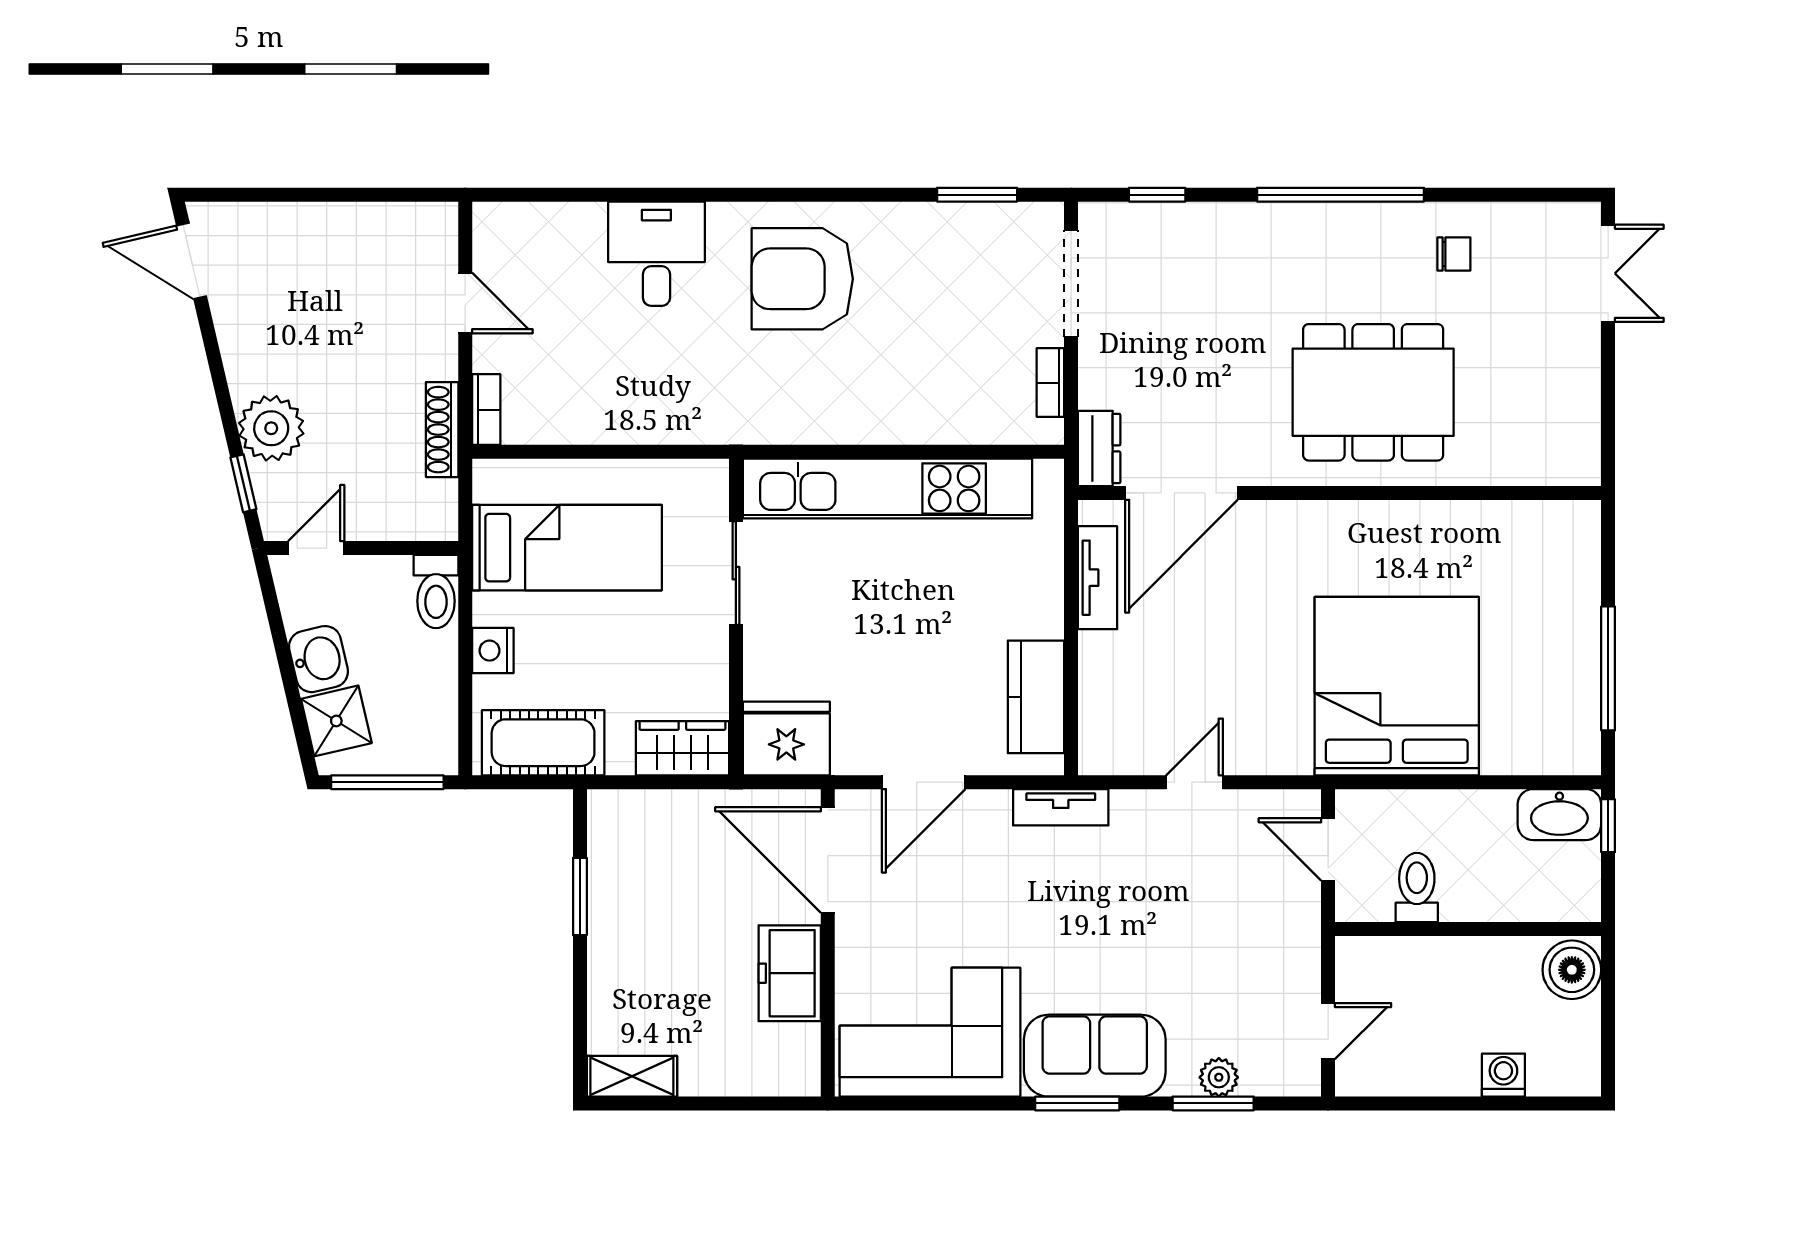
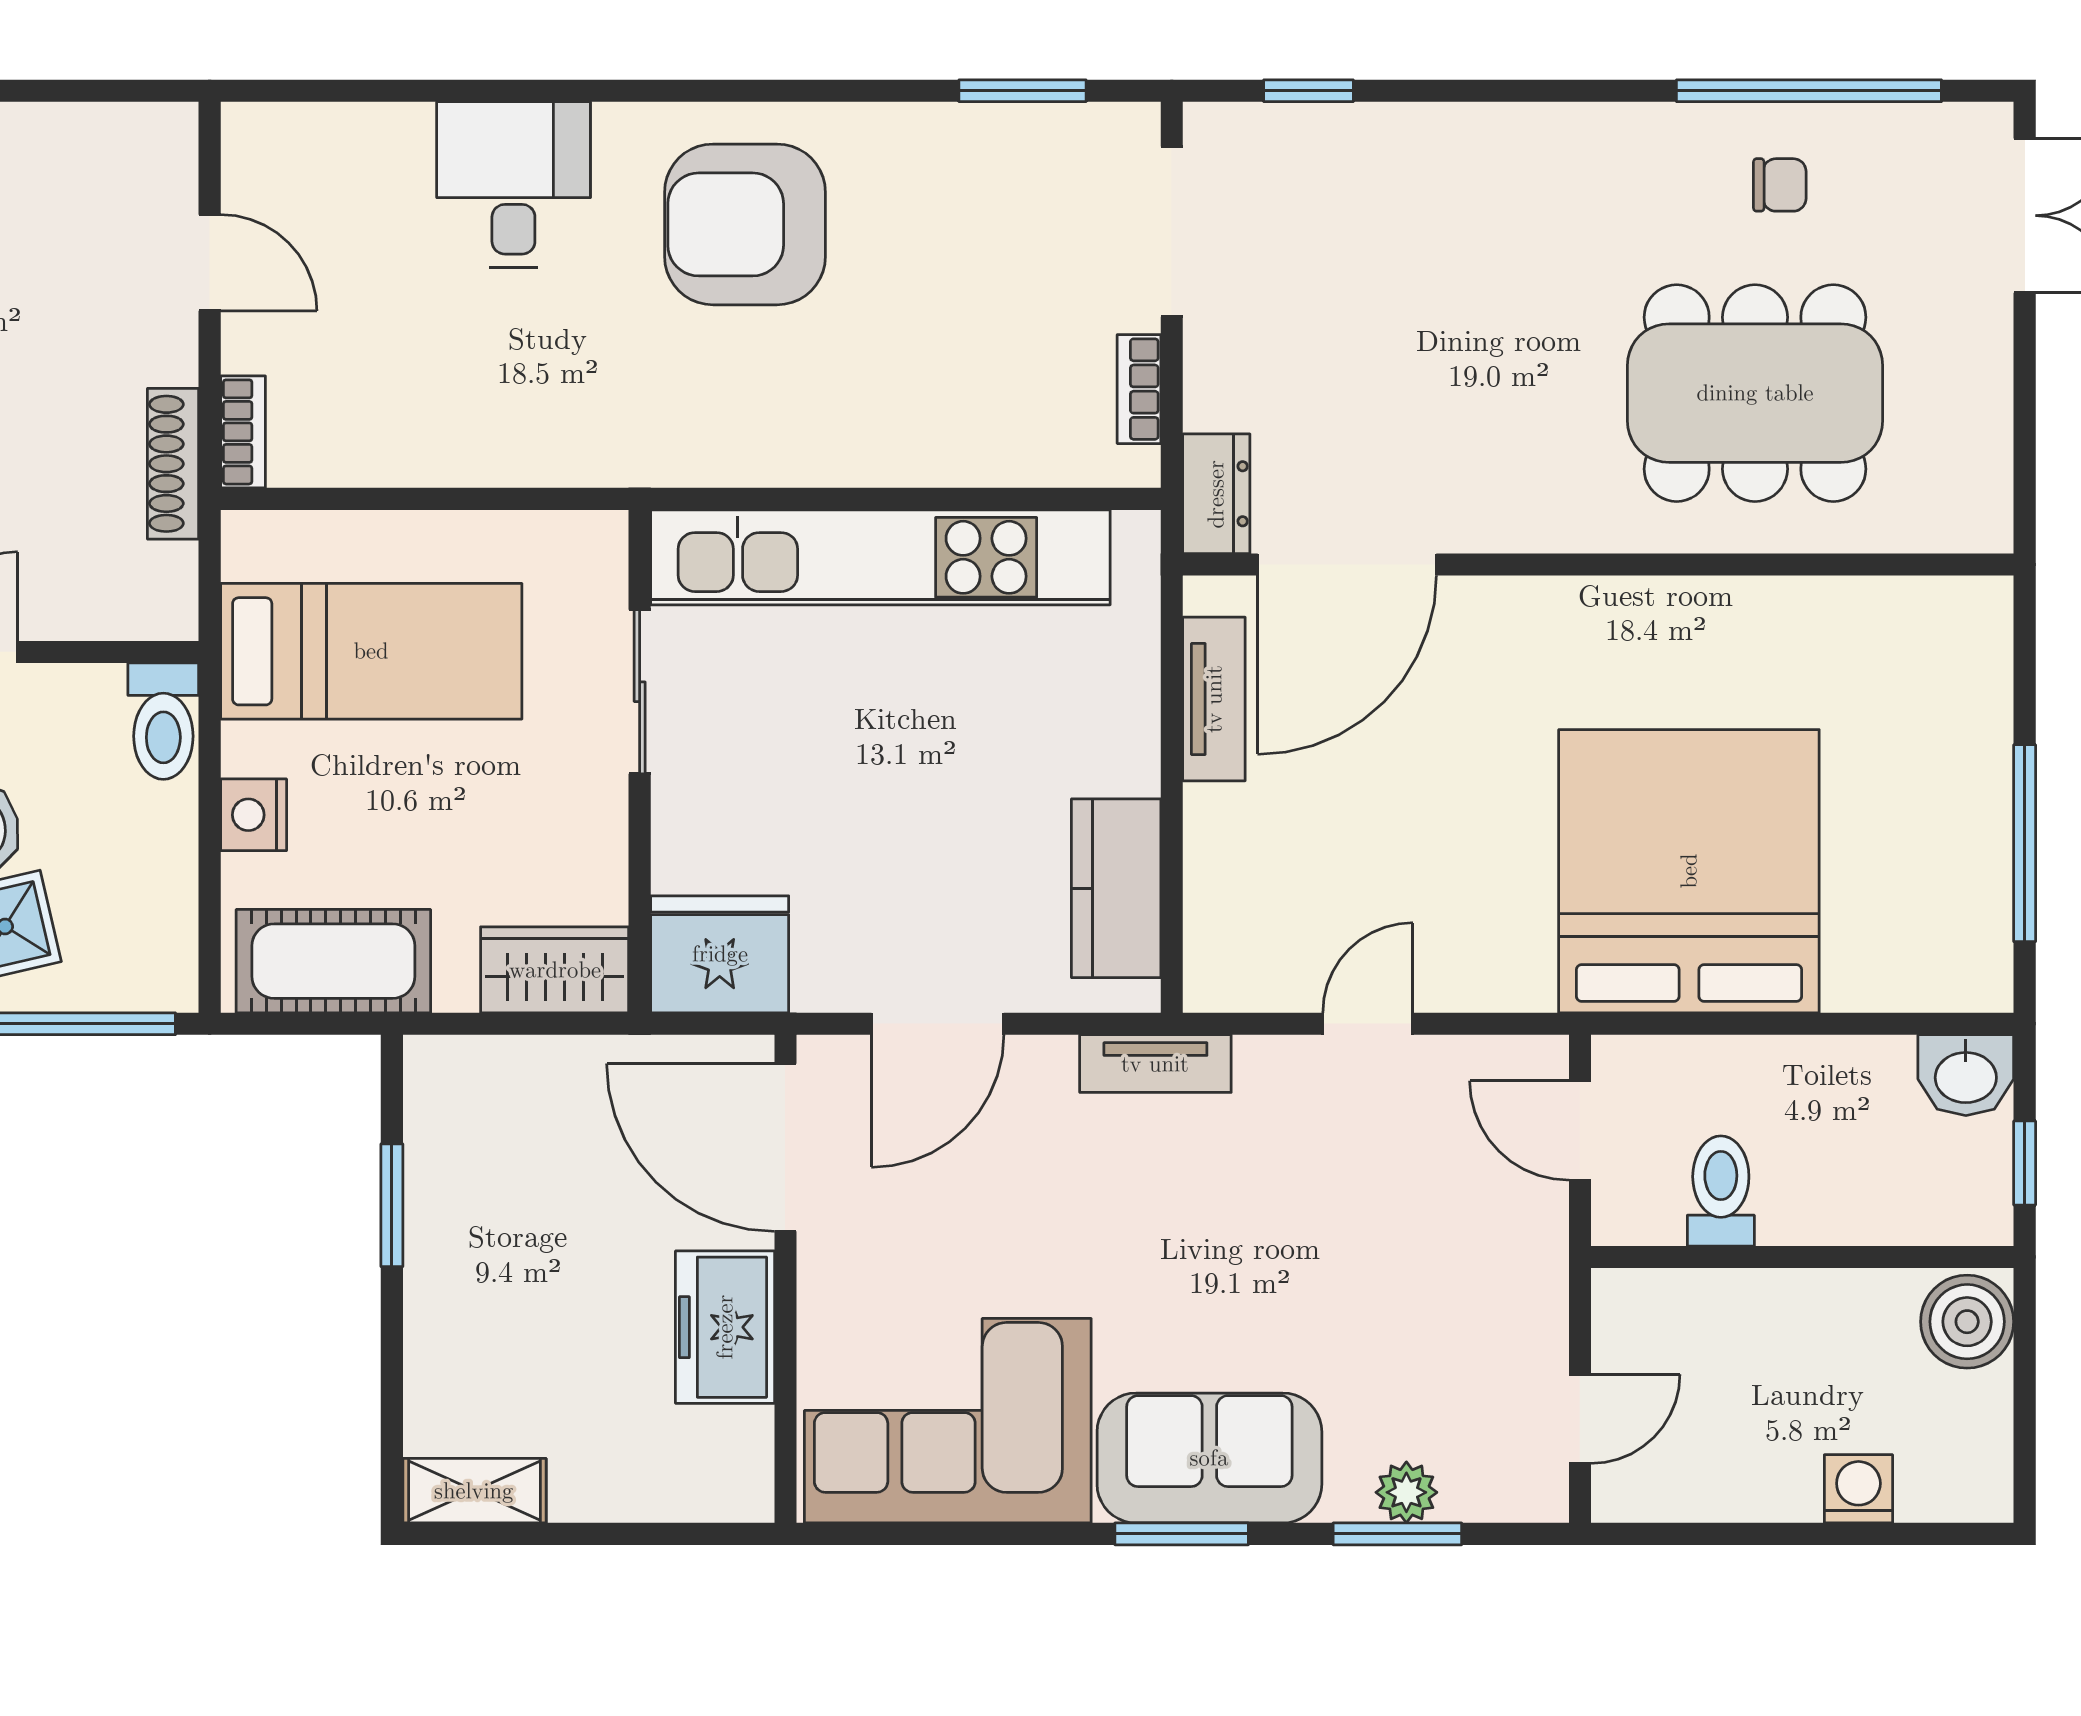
window: (1341, 195) -> (1809, 91), moved
dining table: (1373, 392) -> (1755, 393), moved
washbasin: (1559, 815) -> (1966, 1075), width x0.72
window: (1608, 826) -> (2025, 1163), moved

